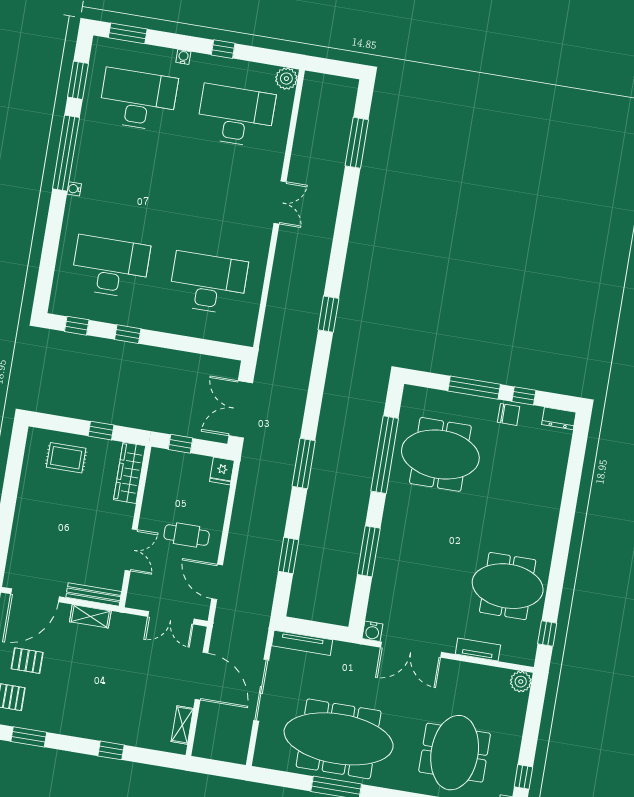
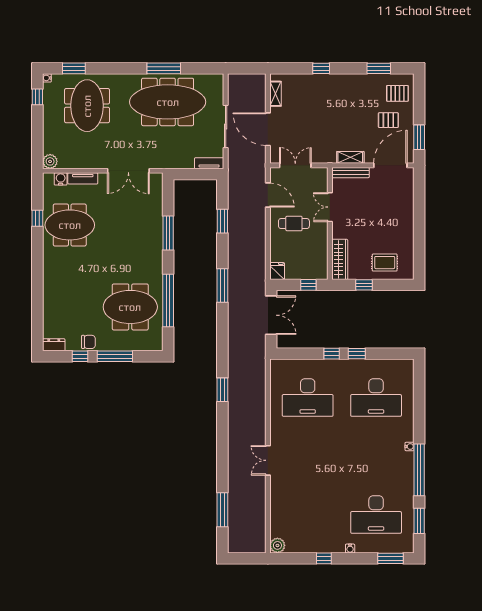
desk: (236, 116) -> (308, 514), removed
window: (77, 326) -> (332, 354), moved
chair: (509, 414) -> (88, 342), turned 180
water cooler: (372, 631) -> (61, 179), moved
window: (547, 634) -> (37, 218), moved
tv unit: (302, 643) -> (209, 163), width x0.71
double door: (411, 650) -> (128, 171), swing flipped

